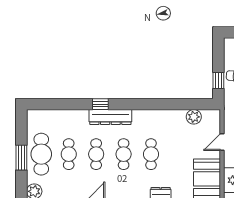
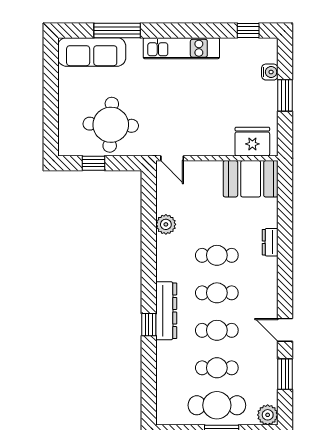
window: (218, 81) -> (93, 163), moved
plant: (194, 117) -> (166, 224), moved
door: (222, 142) -> (172, 158), moved

